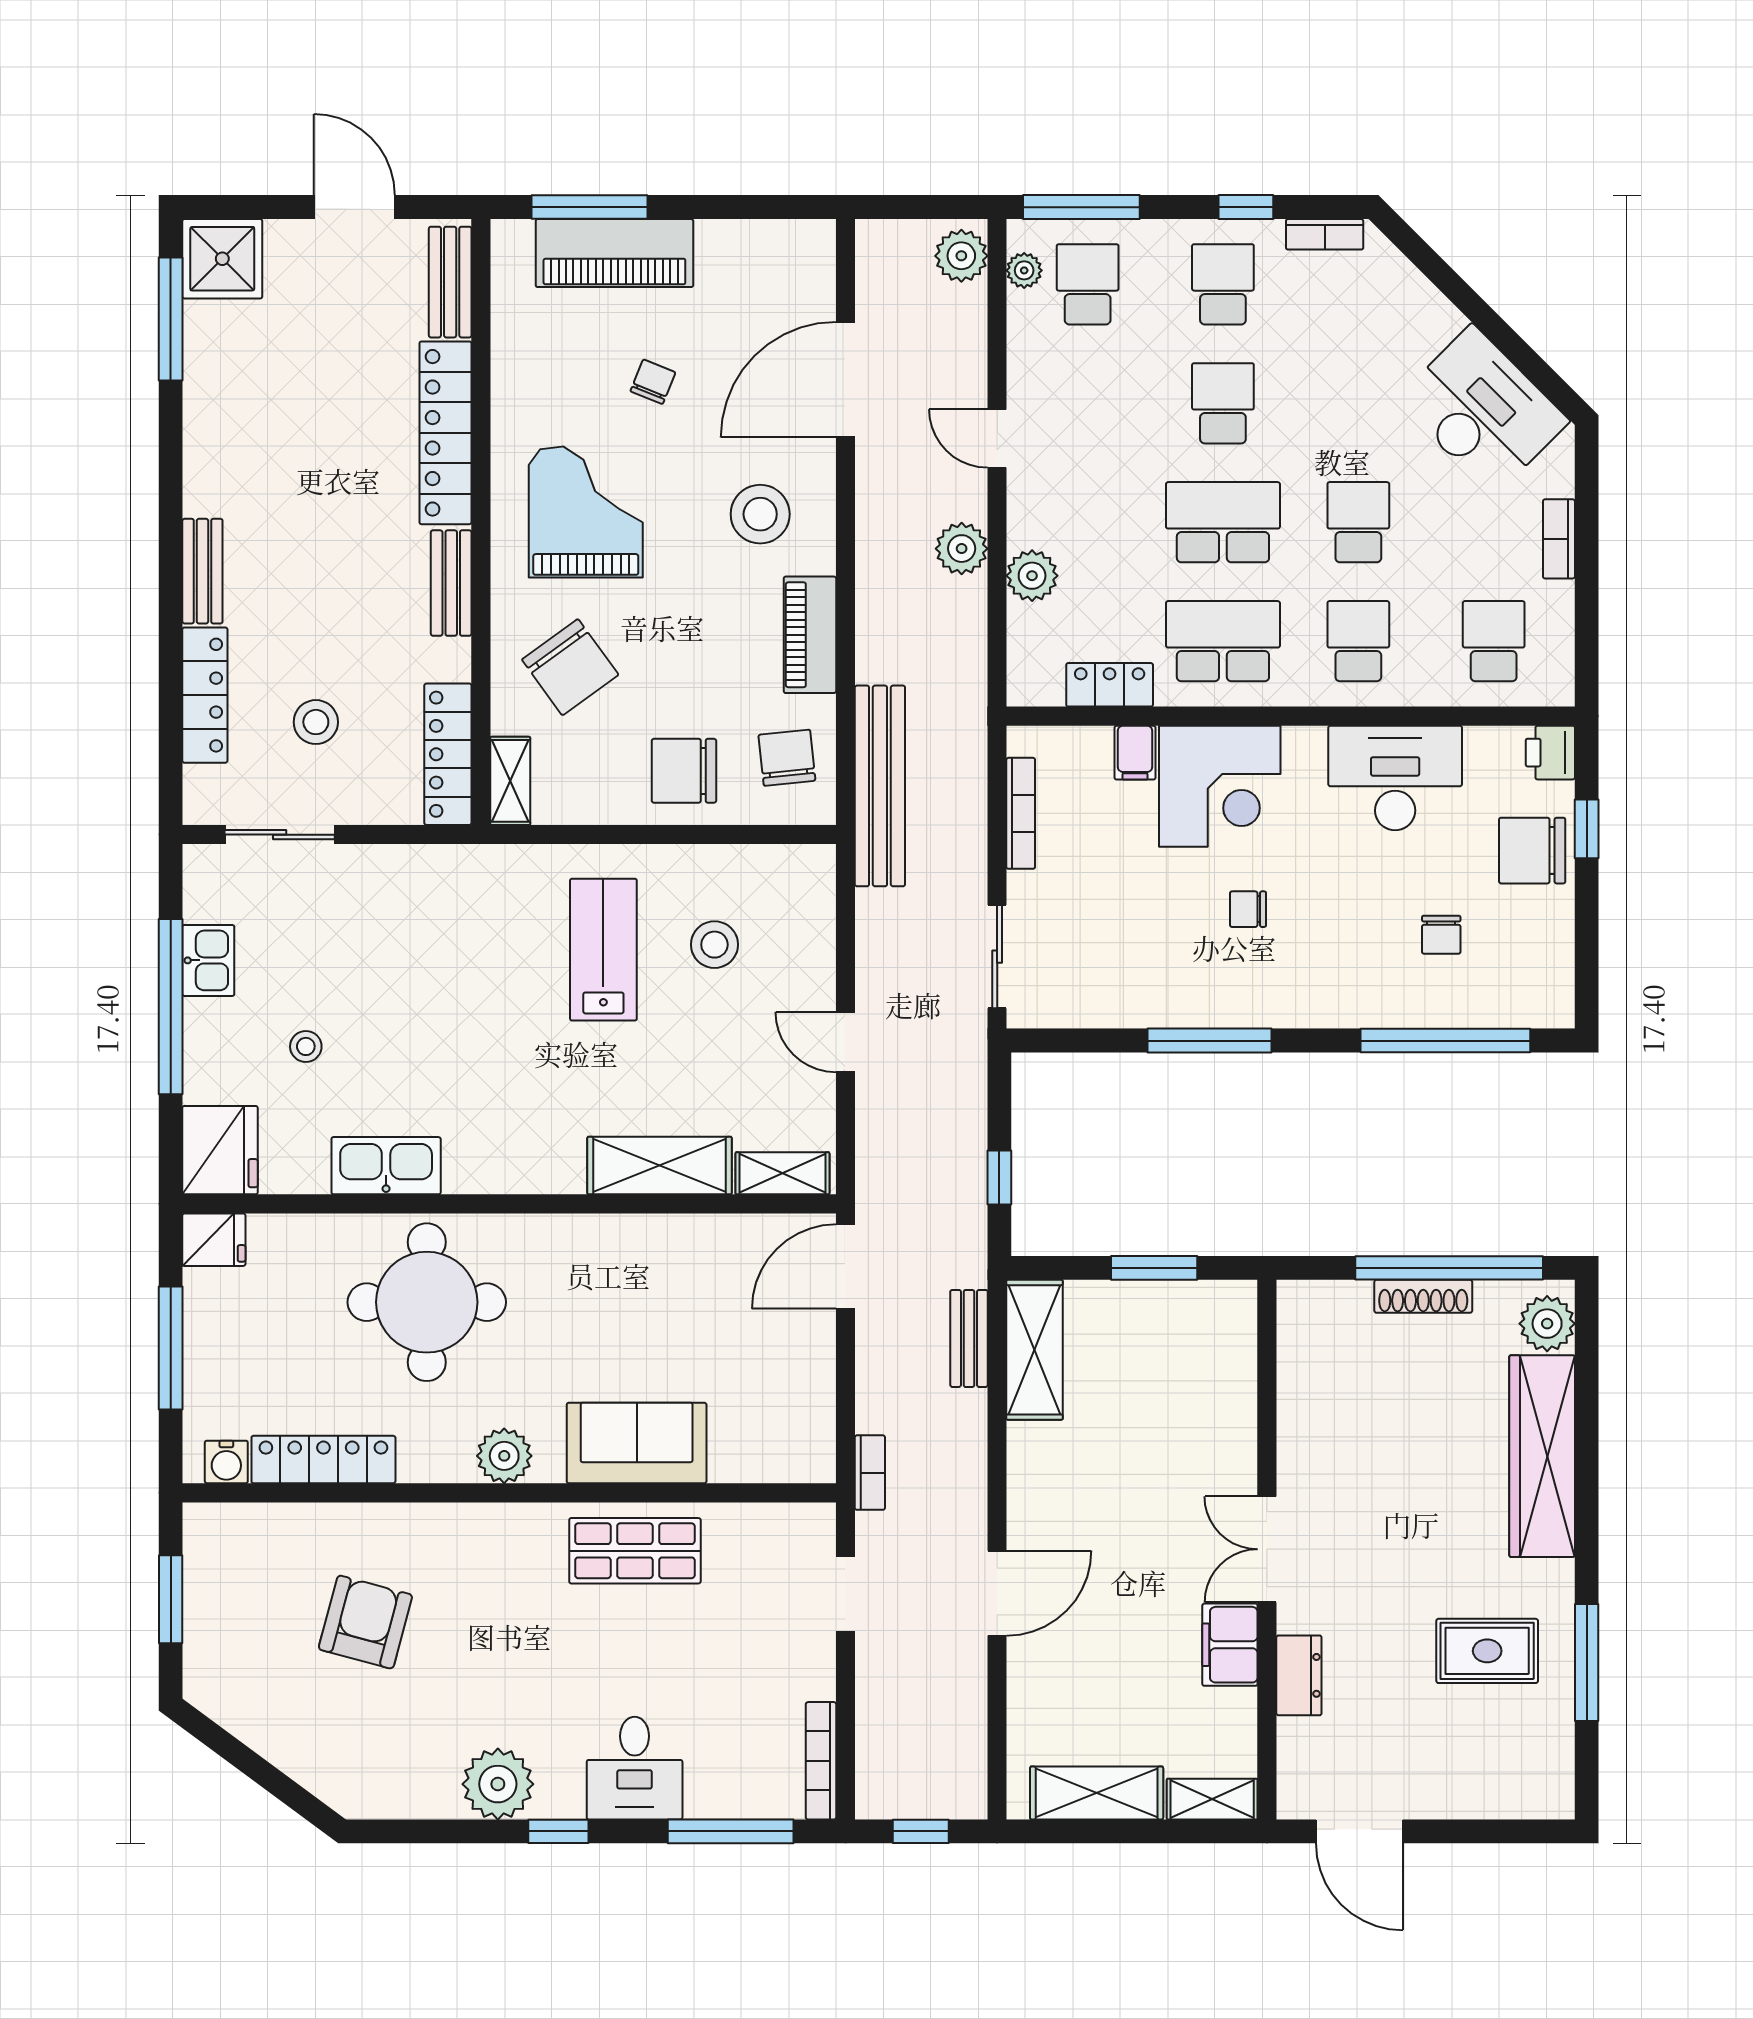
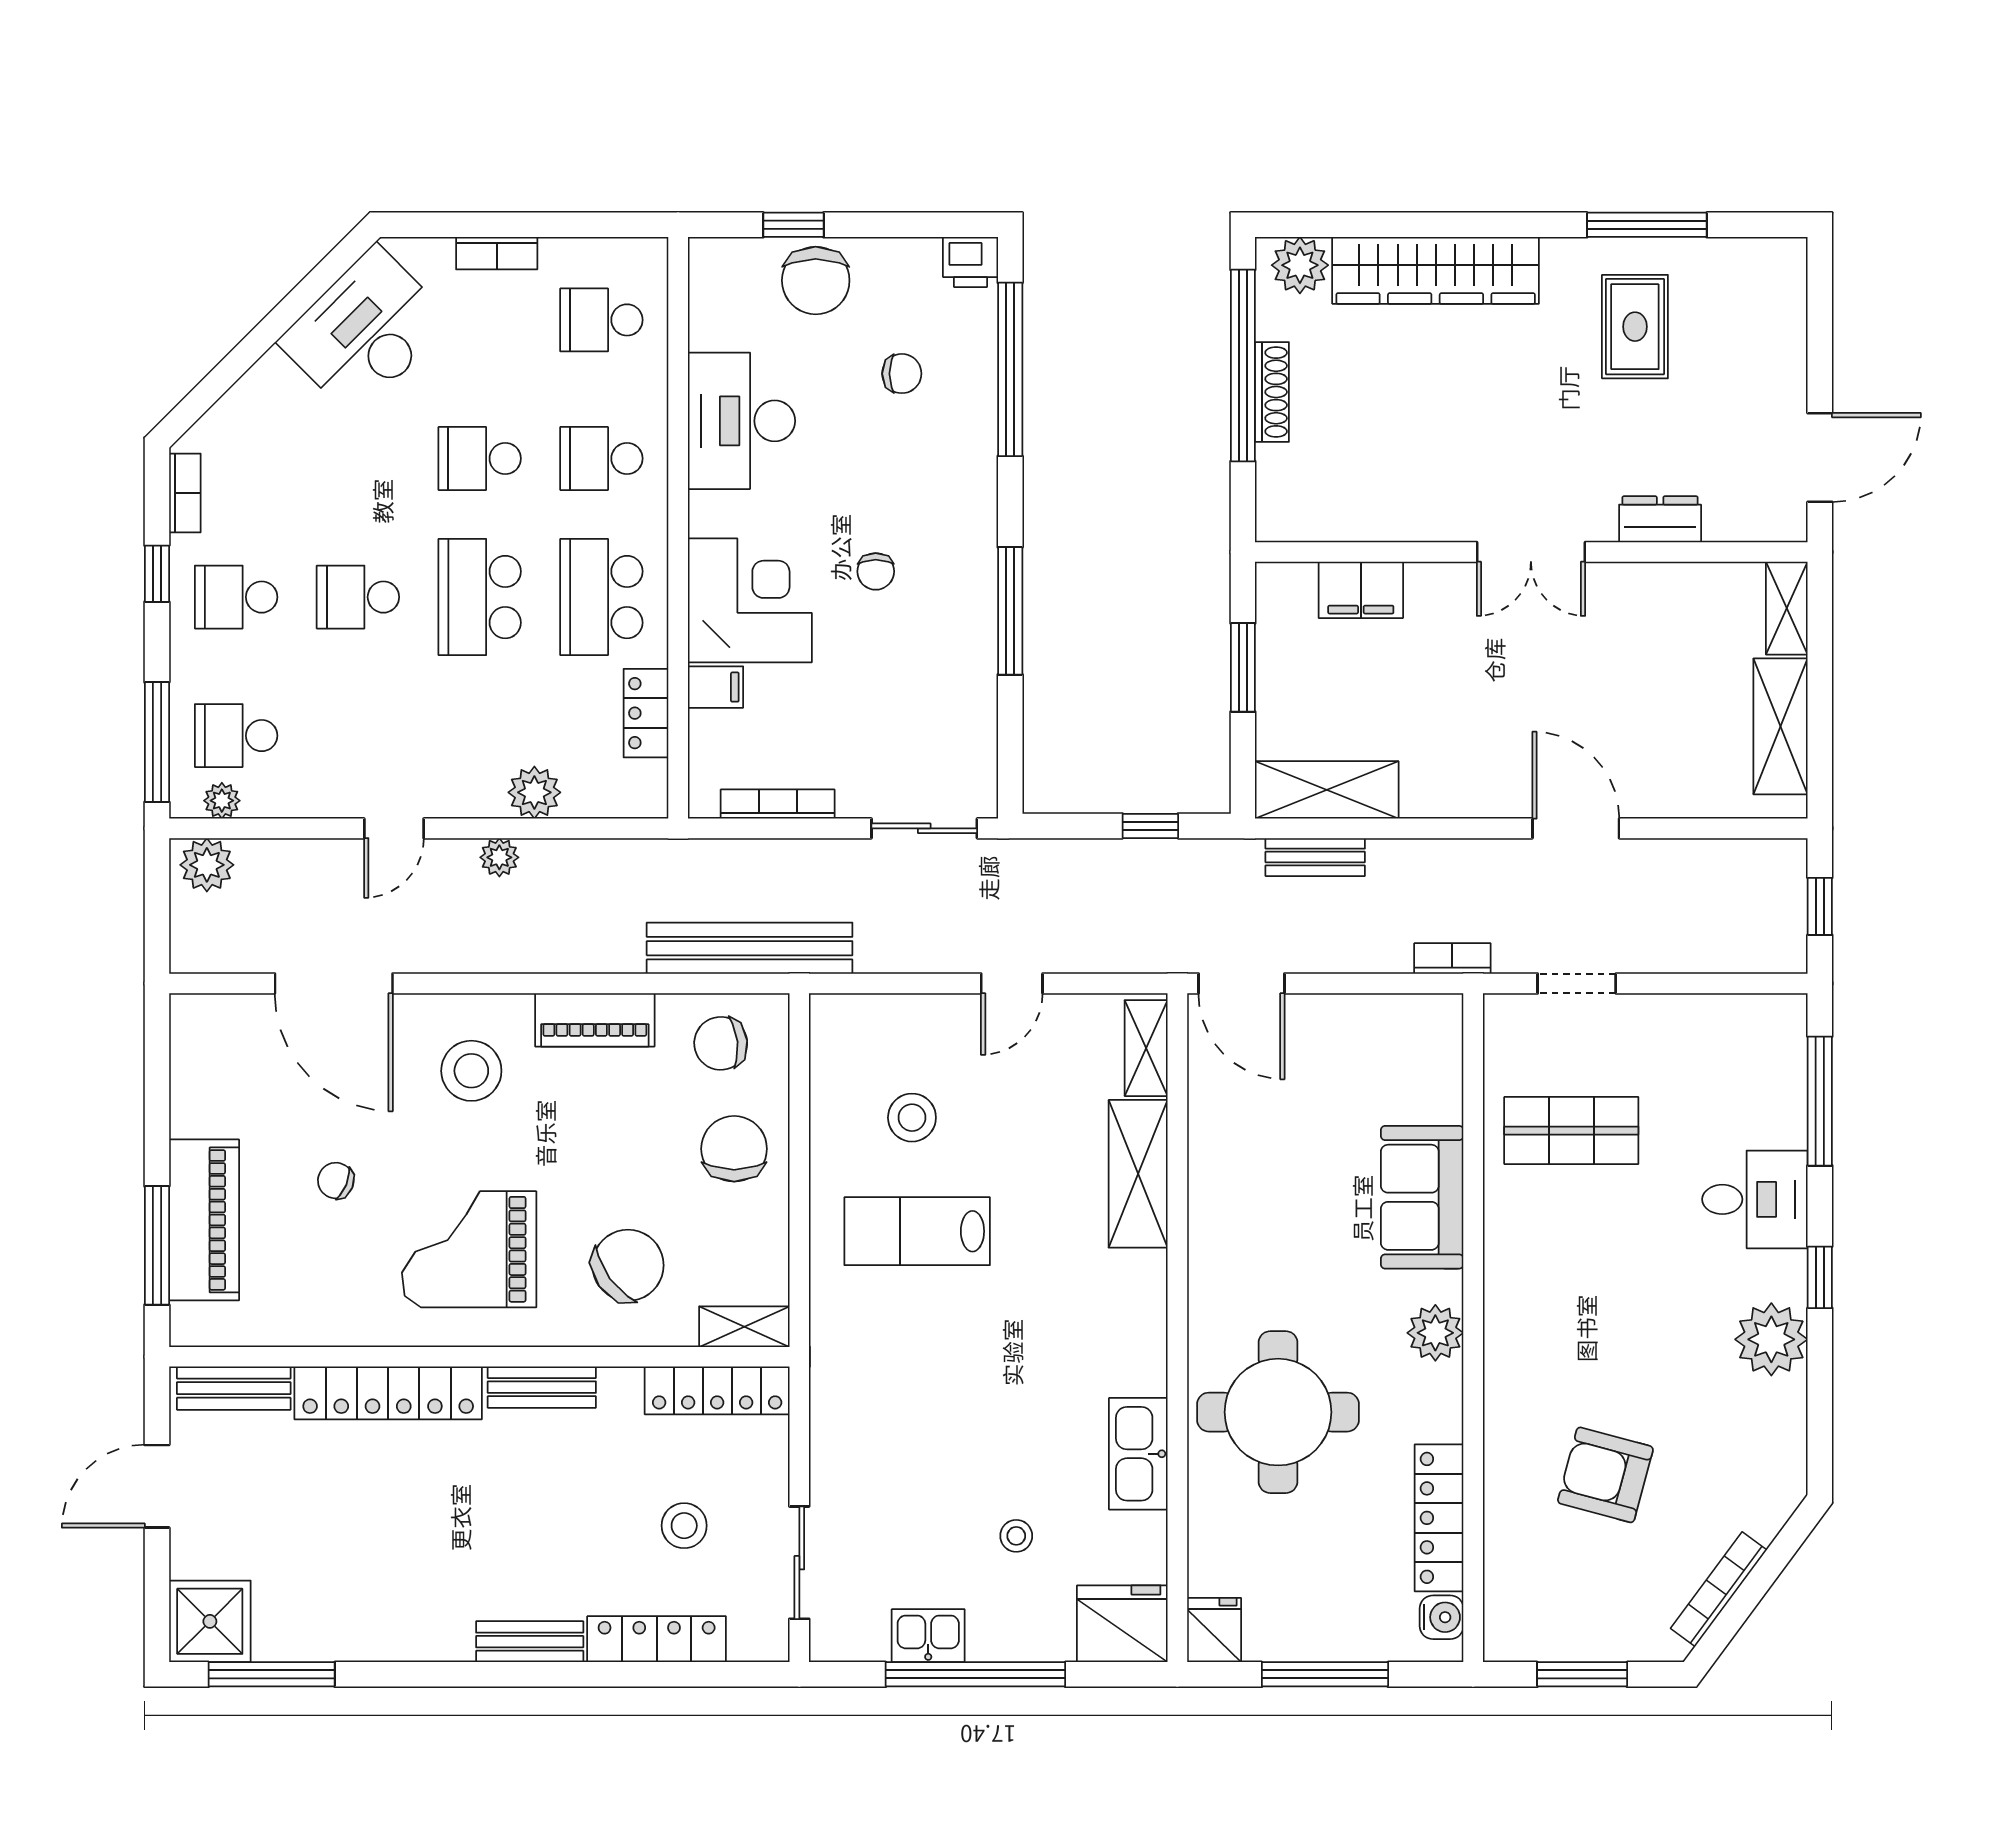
plant: (962, 549) -> (499, 857), width x0.73, depth x0.73
printer: (1550, 753) -> (970, 262), moved
chair: (684, 771) -> (734, 1149), turned 180
shop shelf: (635, 1551) -> (1571, 1131), moved, turned 90
filing cabinet: (1230, 1645) -> (1361, 590), moved
bookcase: (821, 1761) -> (1719, 1589), moved, turned 127

